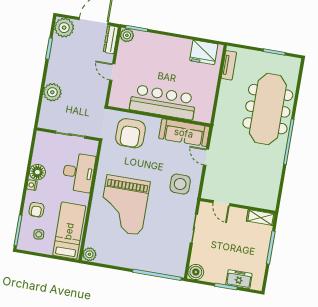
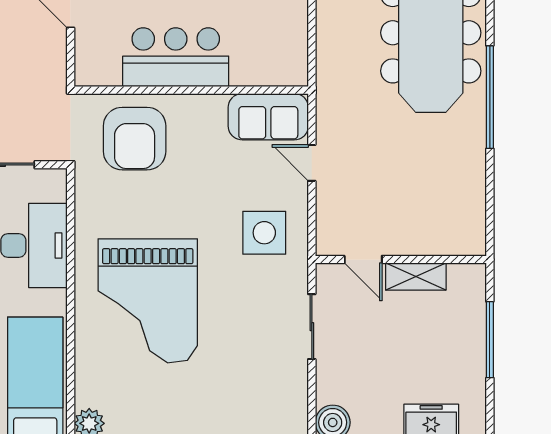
bar counter: (163, 102) -> (176, 57), width x0.73
sofa: (184, 133) -> (268, 117), width x0.73
shelving: (261, 218) -> (416, 277), moved

